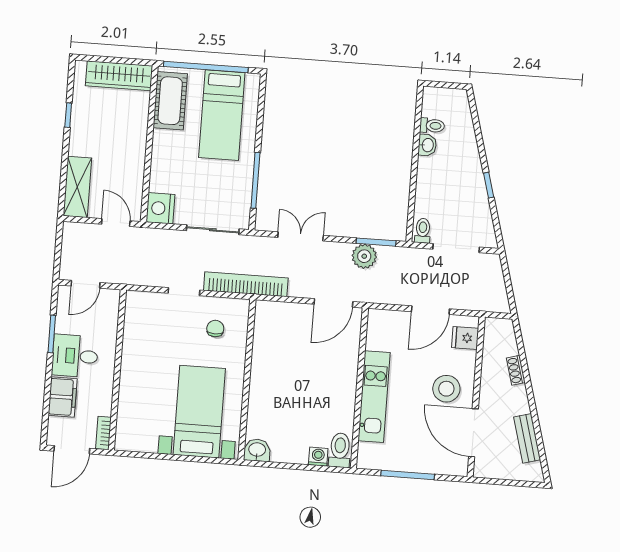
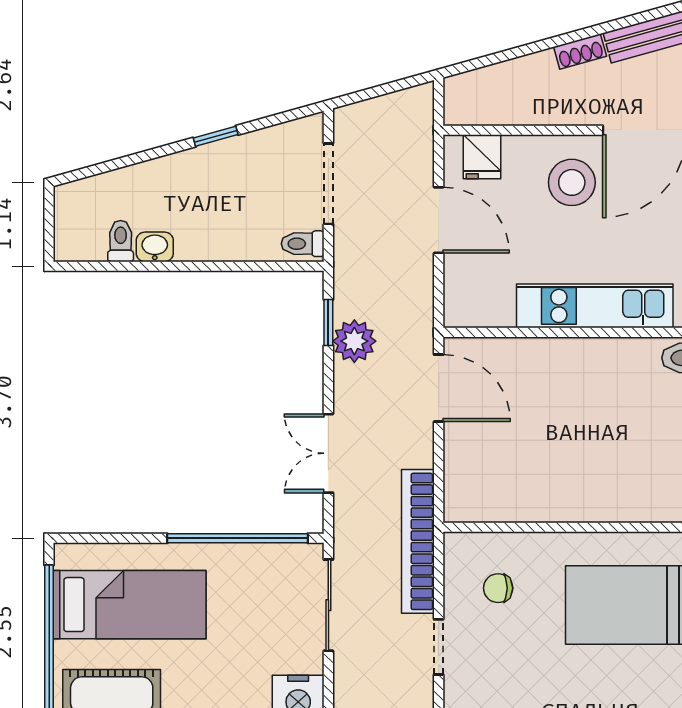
window: (255, 180) -> (238, 538), width x1.46
window: (376, 242) -> (328, 323), width x0.67
shoe rack: (516, 370) -> (580, 51), moved

